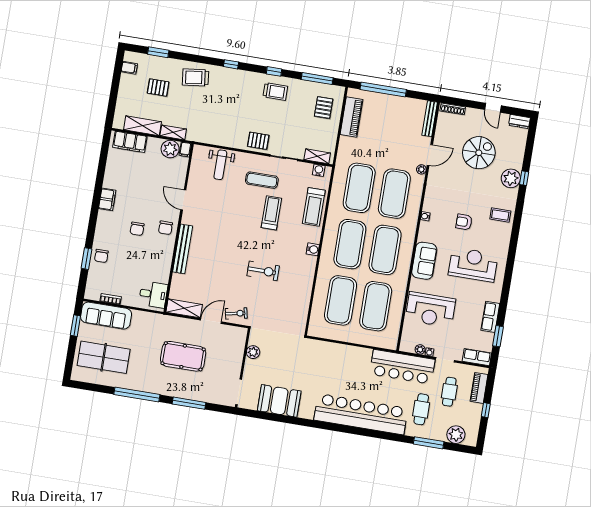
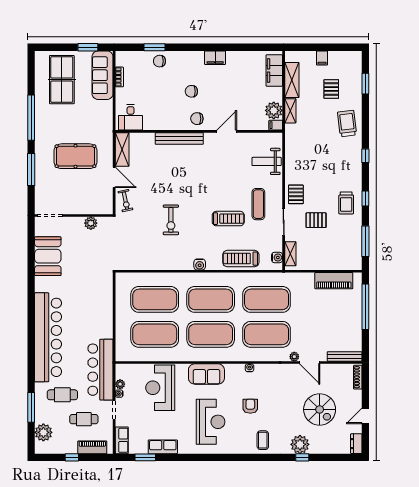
filing cabinet: (129, 68) -> (322, 58), moved
pallet: (324, 108) -> (316, 220), moved
pool table: (183, 356) -> (75, 156), turned 90

